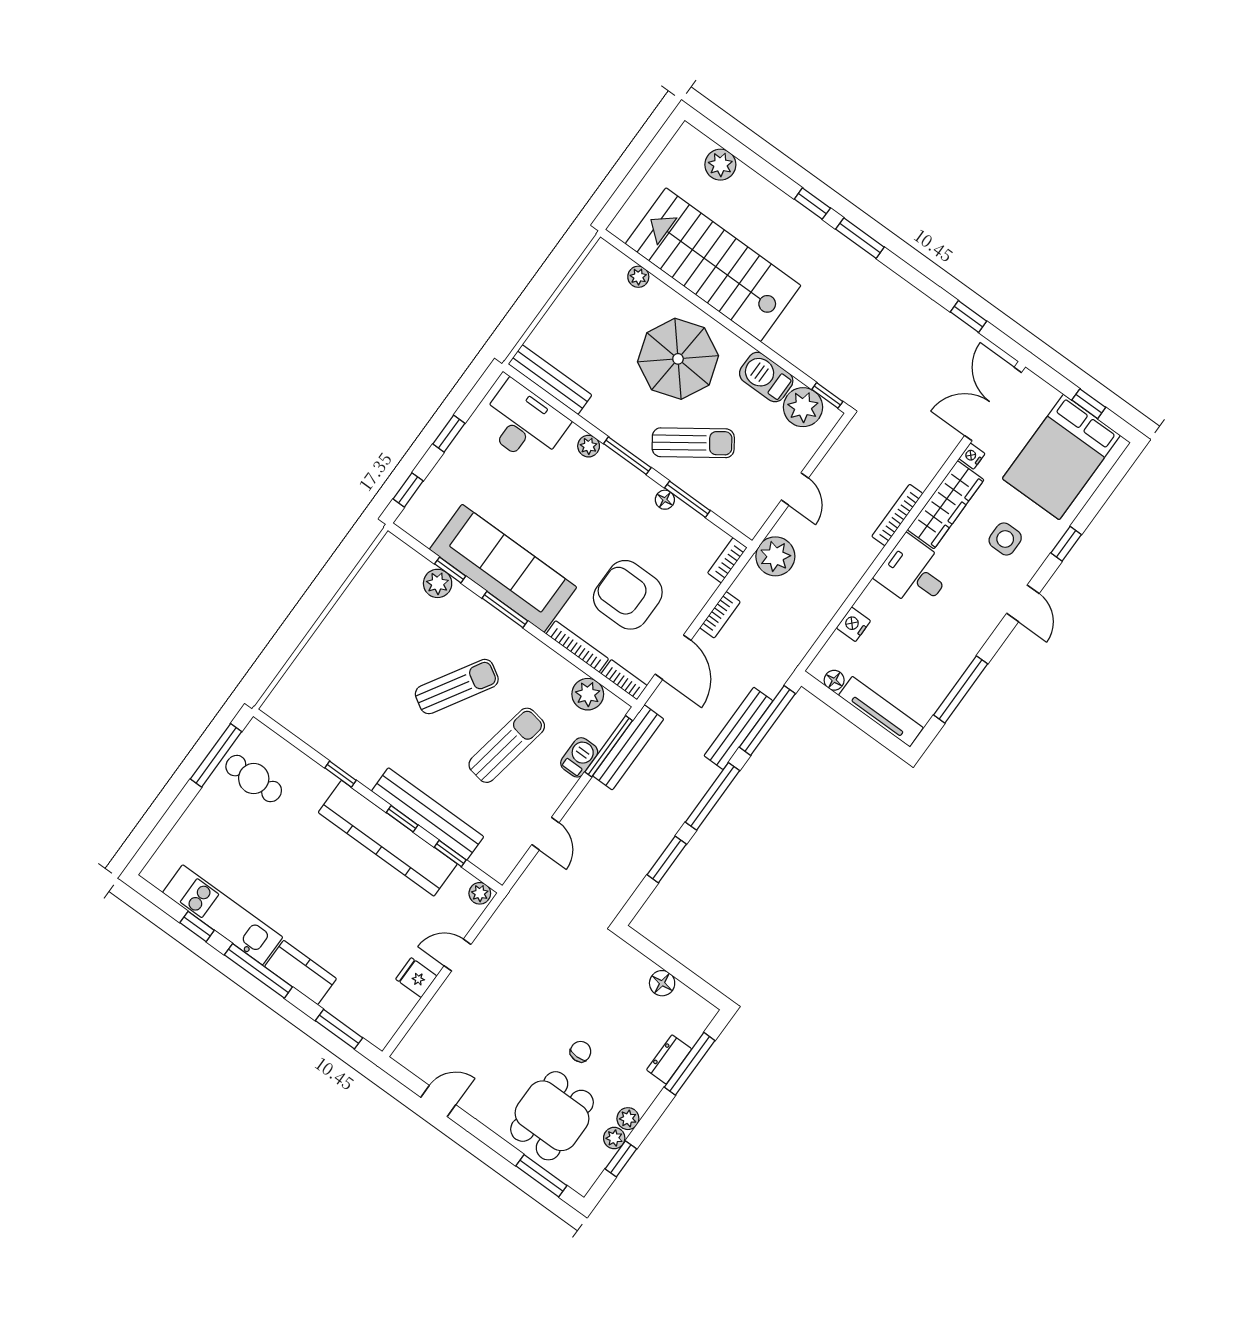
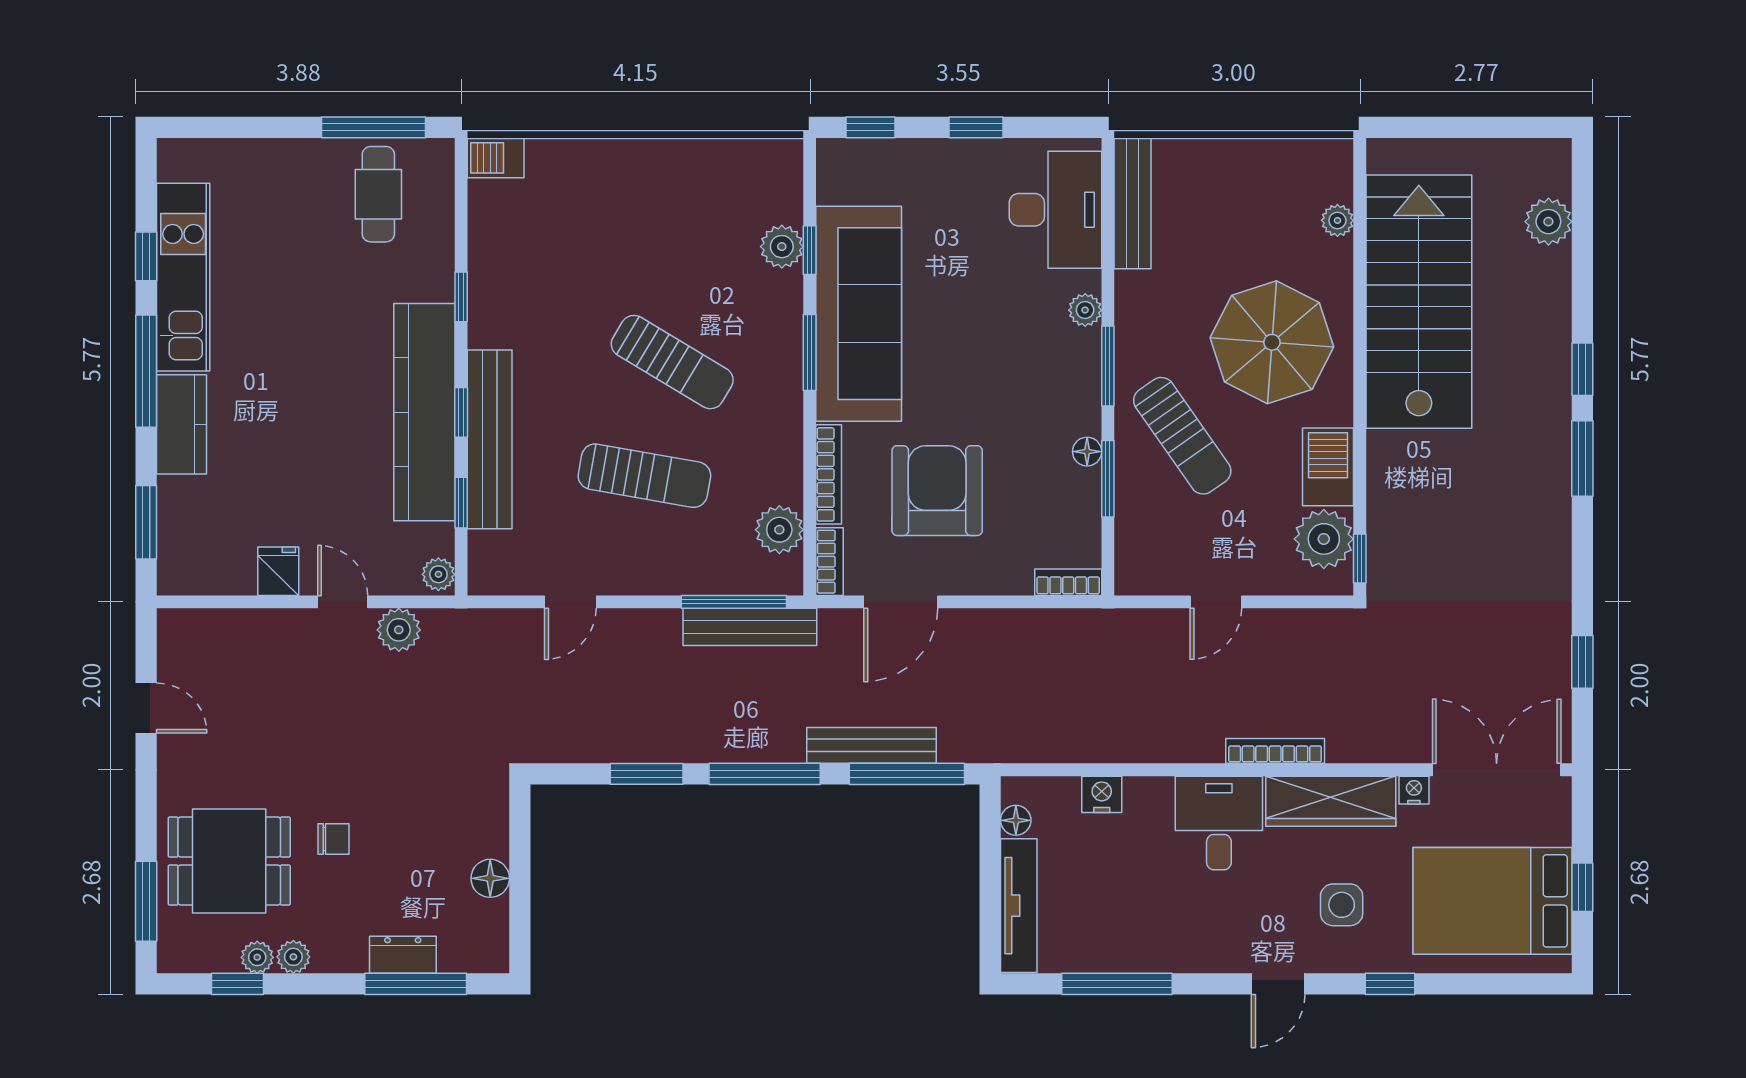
plant: (775, 556) -> (399, 630), moved, width x0.73, depth x0.73
bookcase: (720, 615) -> (995, 622), removed
barbecue: (579, 757) -> (496, 158), moved, turned 180

